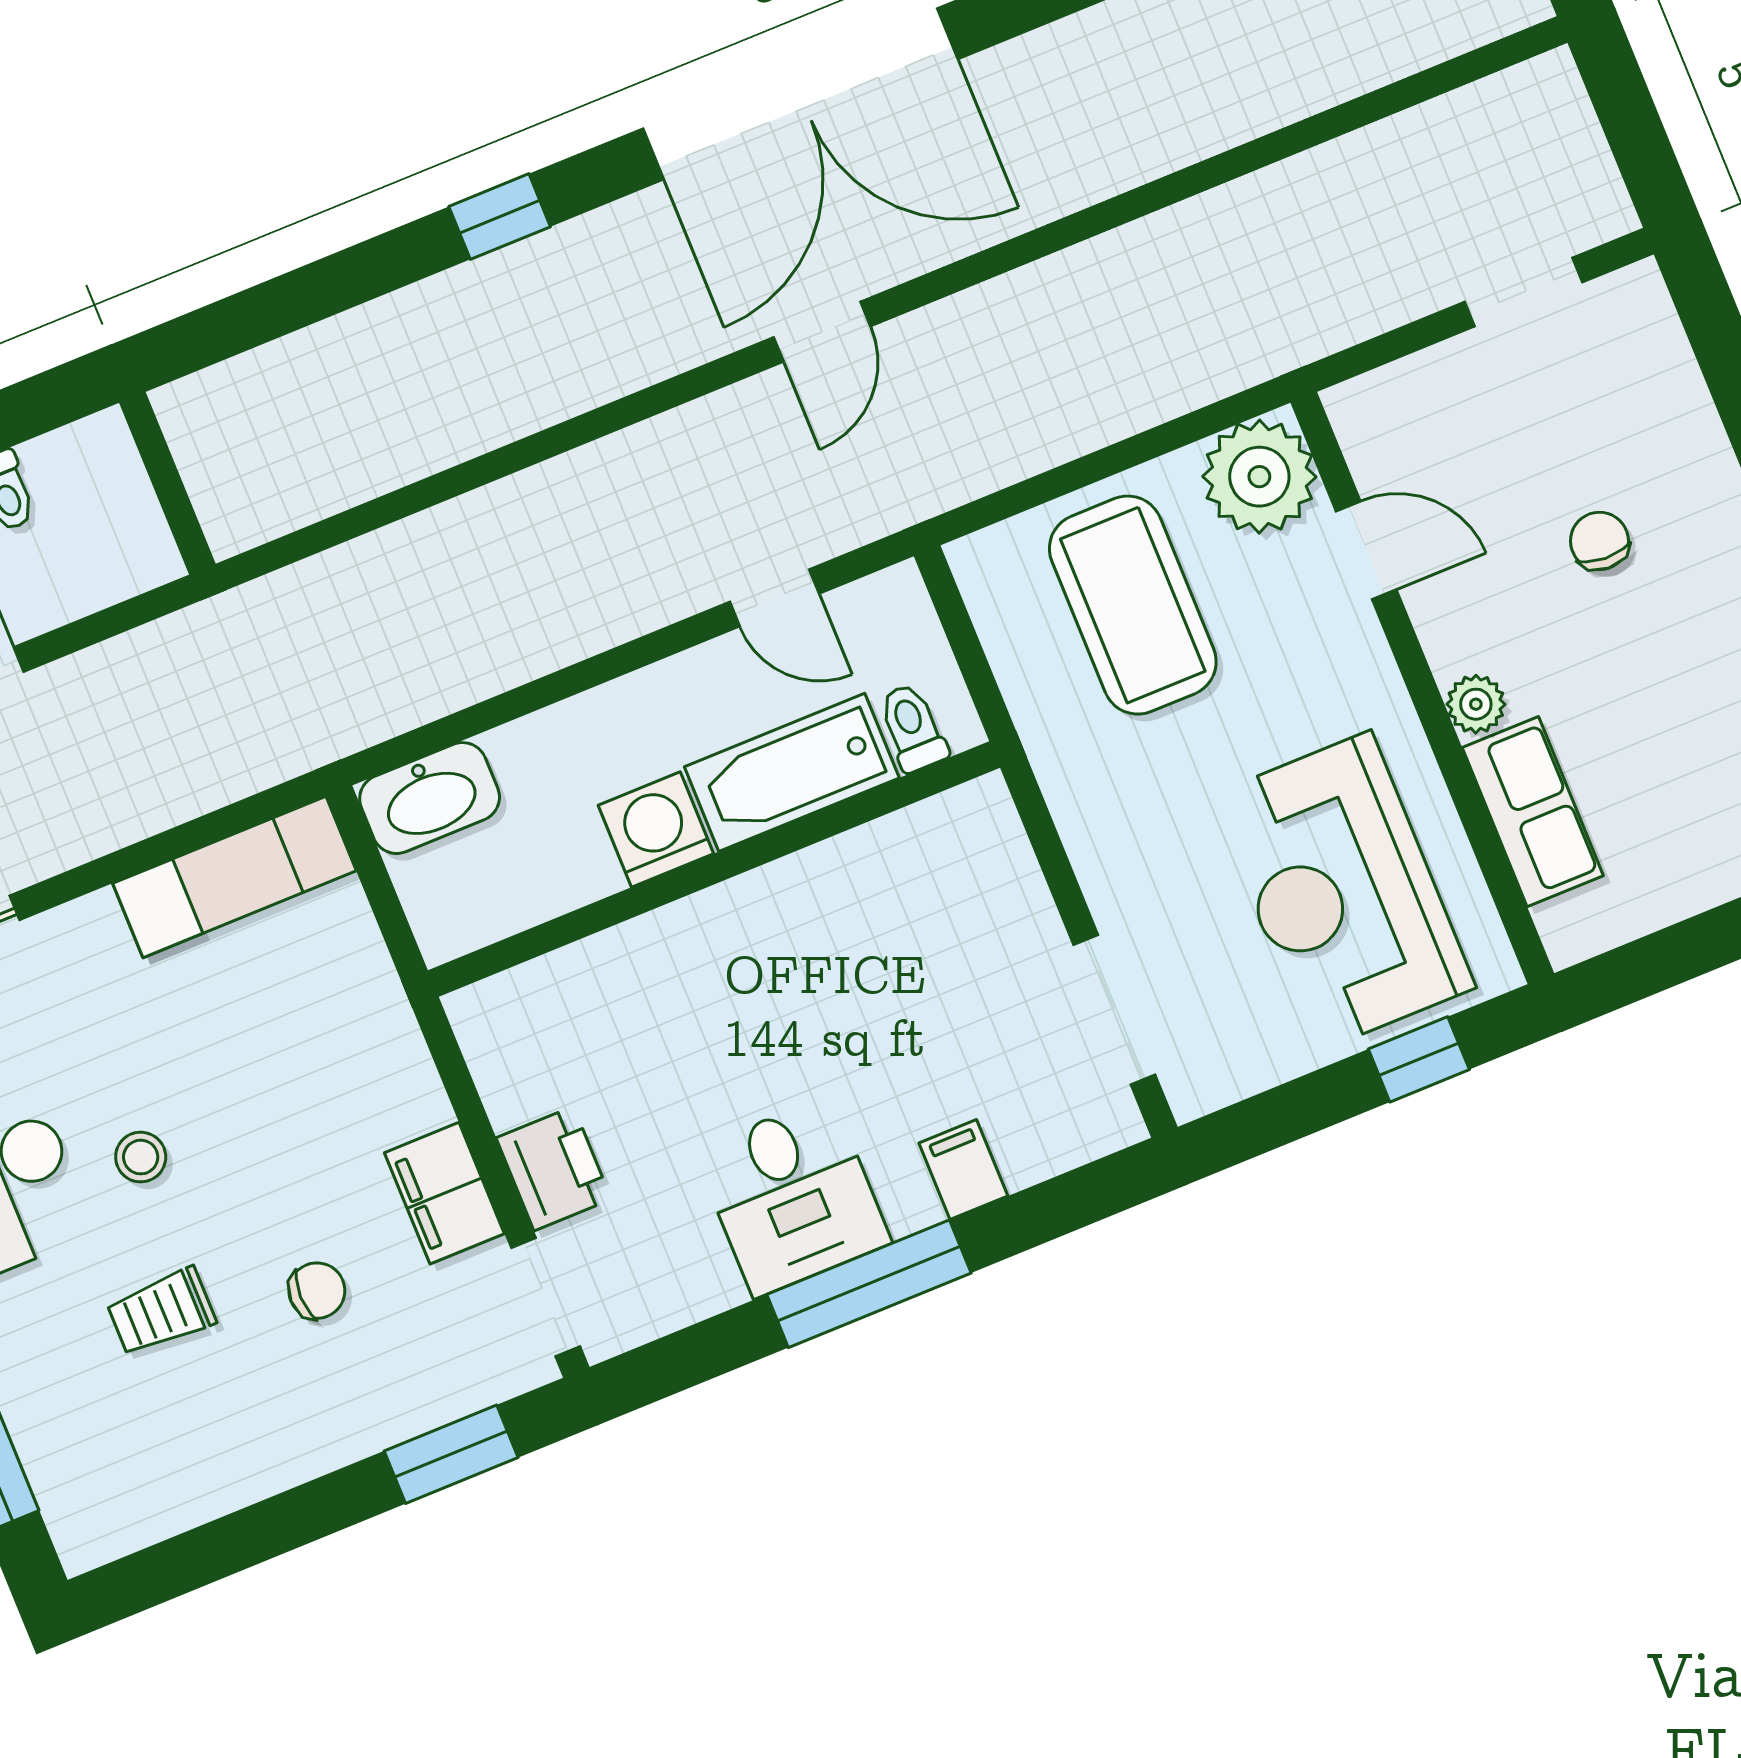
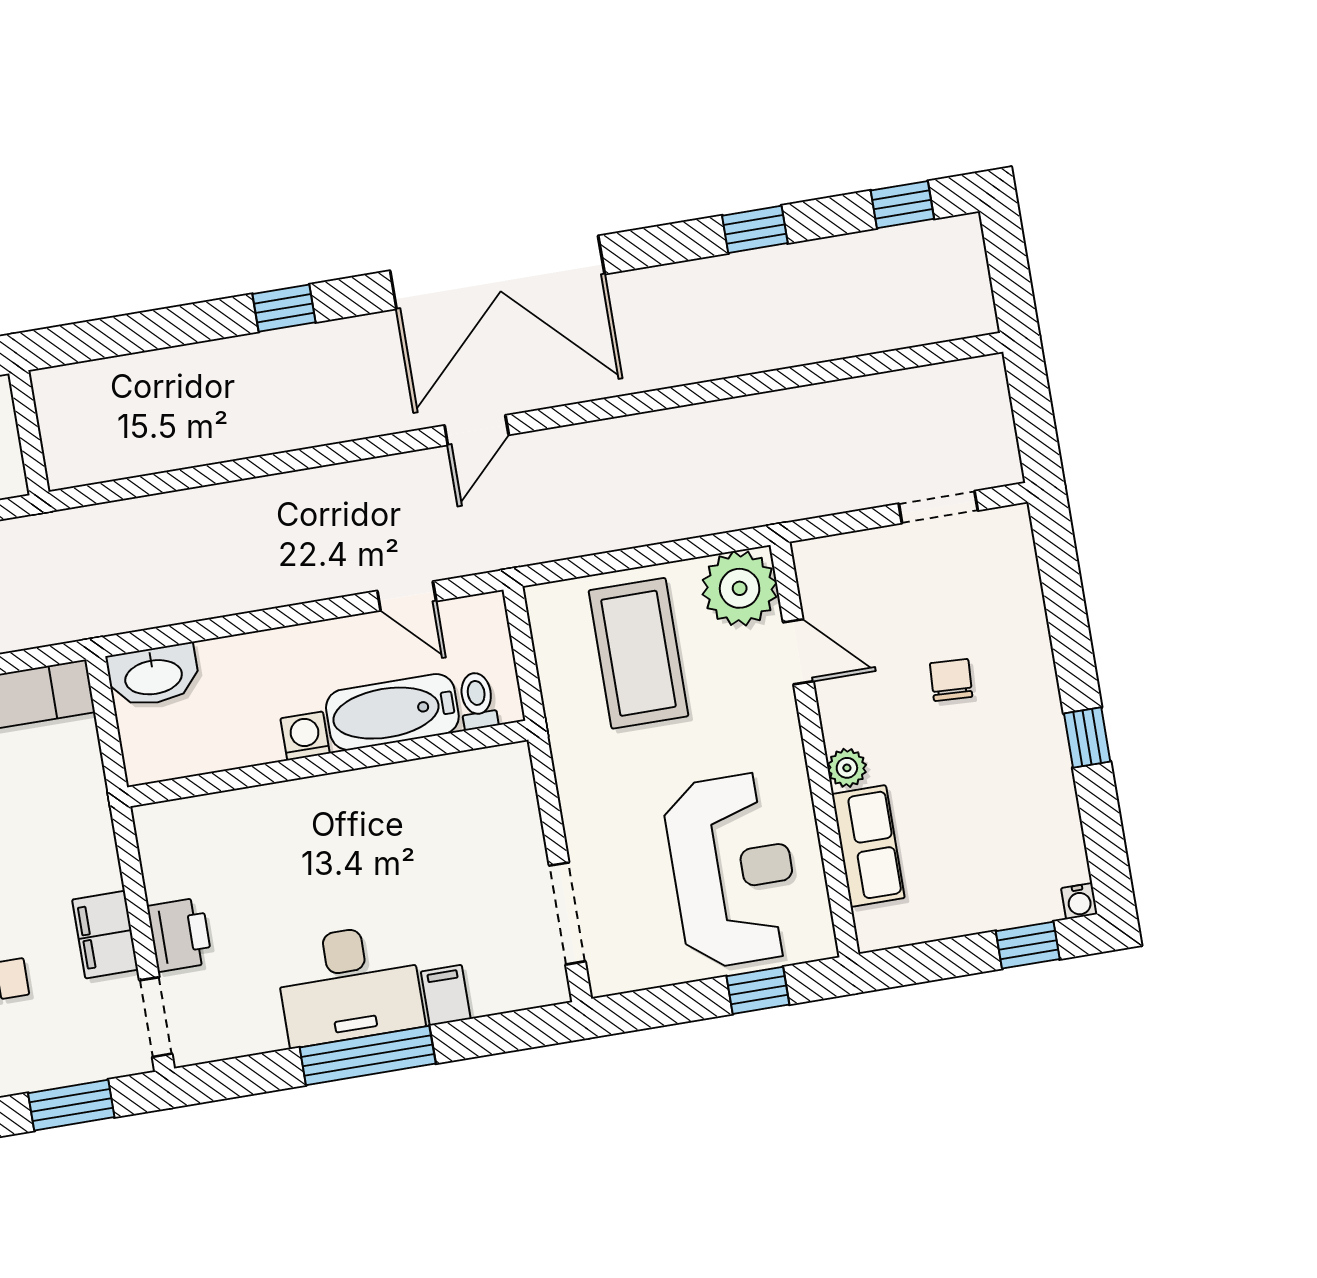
washing machine: (656, 829) -> (305, 736), width x0.73, depth x0.73
reception desk: (1343, 892) -> (733, 870), turned 180
desk: (793, 1196) -> (349, 985), width x1.37

